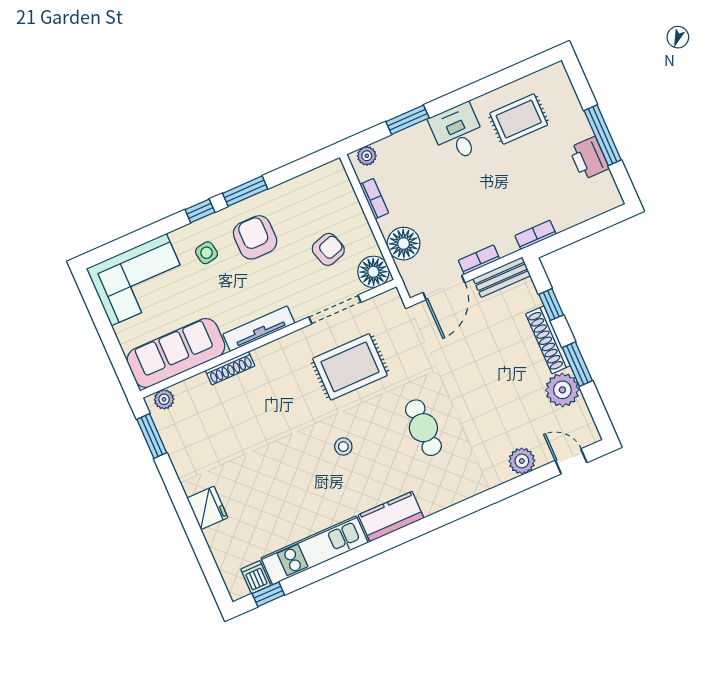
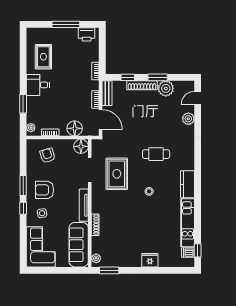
printer: (589, 158) -> (87, 34), moved
armchair: (328, 249) -> (48, 155), moved

